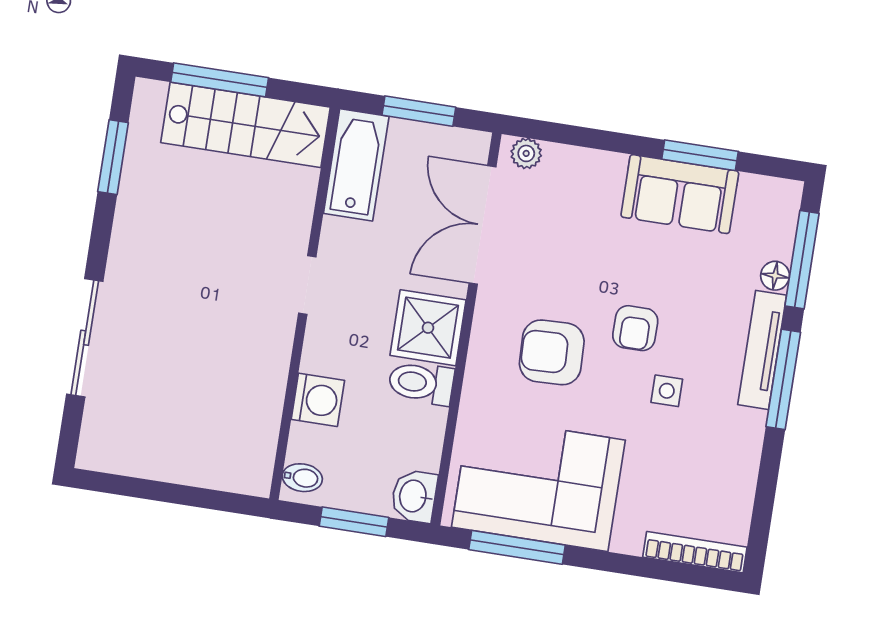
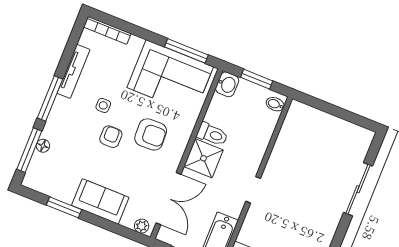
sofa: (680, 194) -> (100, 201), moved
tv unit: (762, 350) -> (73, 71), moved
washing machine: (318, 400) -> (260, 137), removed

